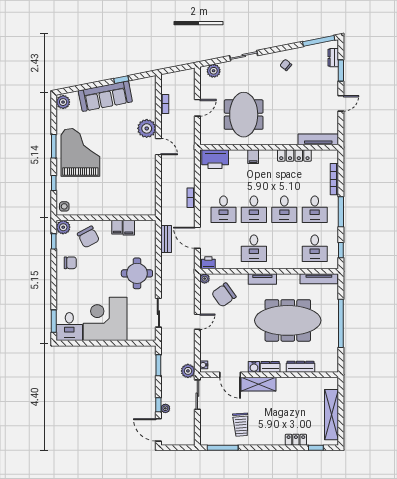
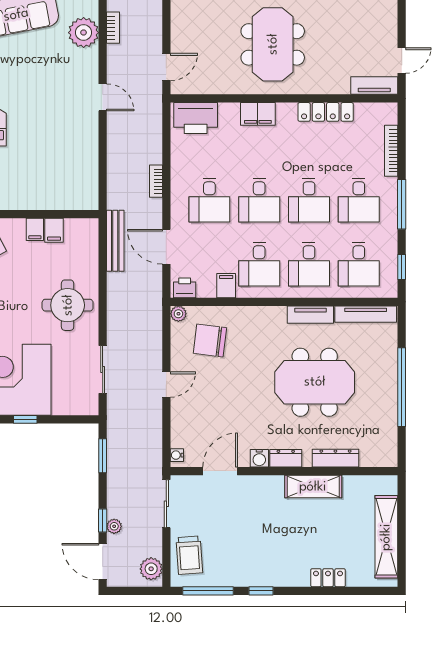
door: (341, 103) -> (402, 60), moved
door: (197, 108) -> (166, 67), moved
meeting table: (244, 115) -> (273, 44), moved
plant: (147, 128) -> (84, 33), moved
tv unit: (318, 139) -> (374, 86), width x0.71
filing cabinet: (253, 157) -> (258, 114), width x2.00
bench: (166, 239) -> (115, 241), width x1.36
desk: (284, 248) -> (309, 264), added
filing cabinet: (234, 261) -> (226, 286), added
tv unit: (262, 279) -> (310, 315), moved
chair: (224, 295) -> (210, 340), turned 43
meeting table: (288, 320) -> (315, 382), width x0.73
window: (111, 343) -> (25, 419), added
plant: (188, 371) -> (151, 569), moved
door: (230, 375) -> (220, 471), swing flipped
shelving: (259, 384) -> (313, 487), moved
trolley: (241, 425) -> (189, 555), moved
window: (316, 448) -> (261, 591), moved

